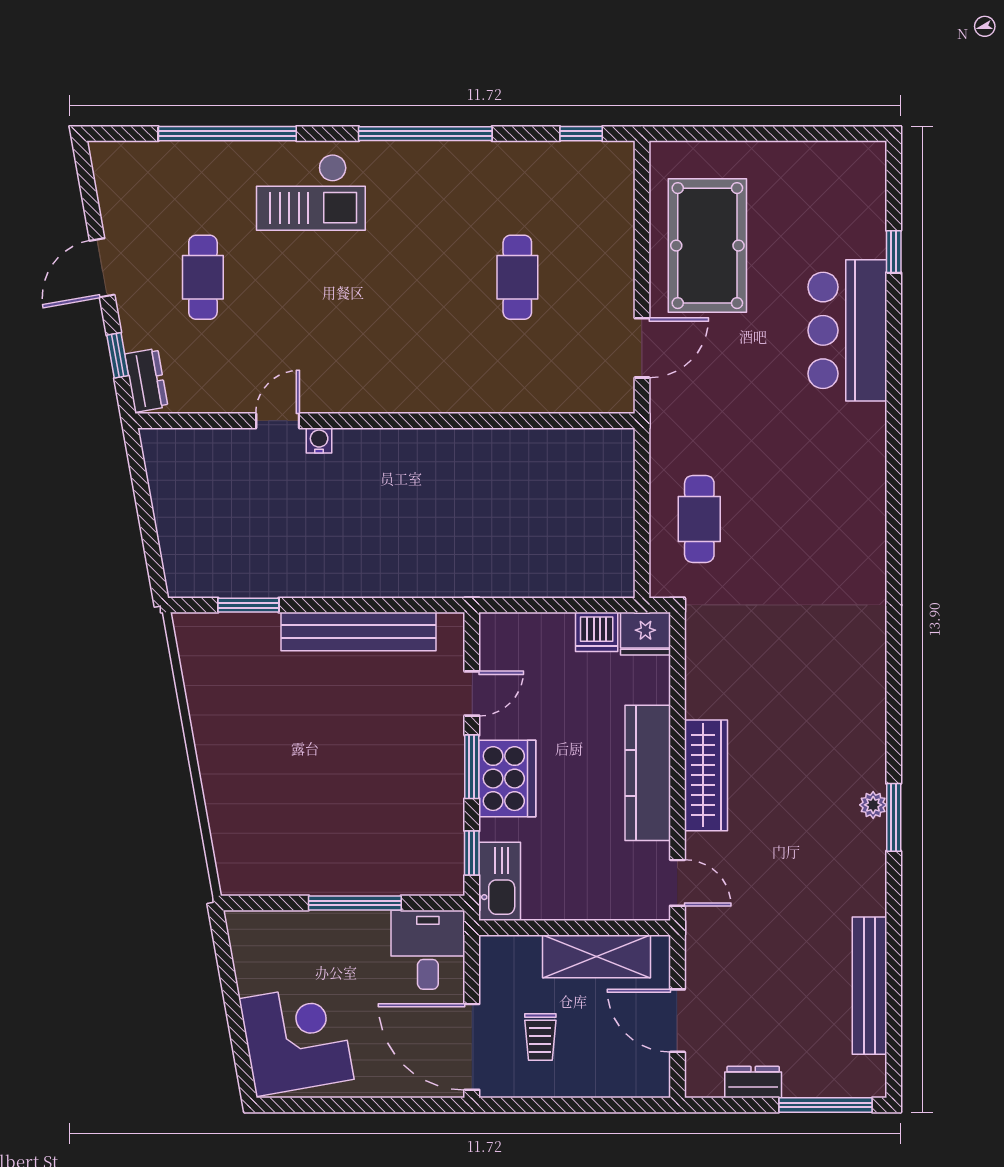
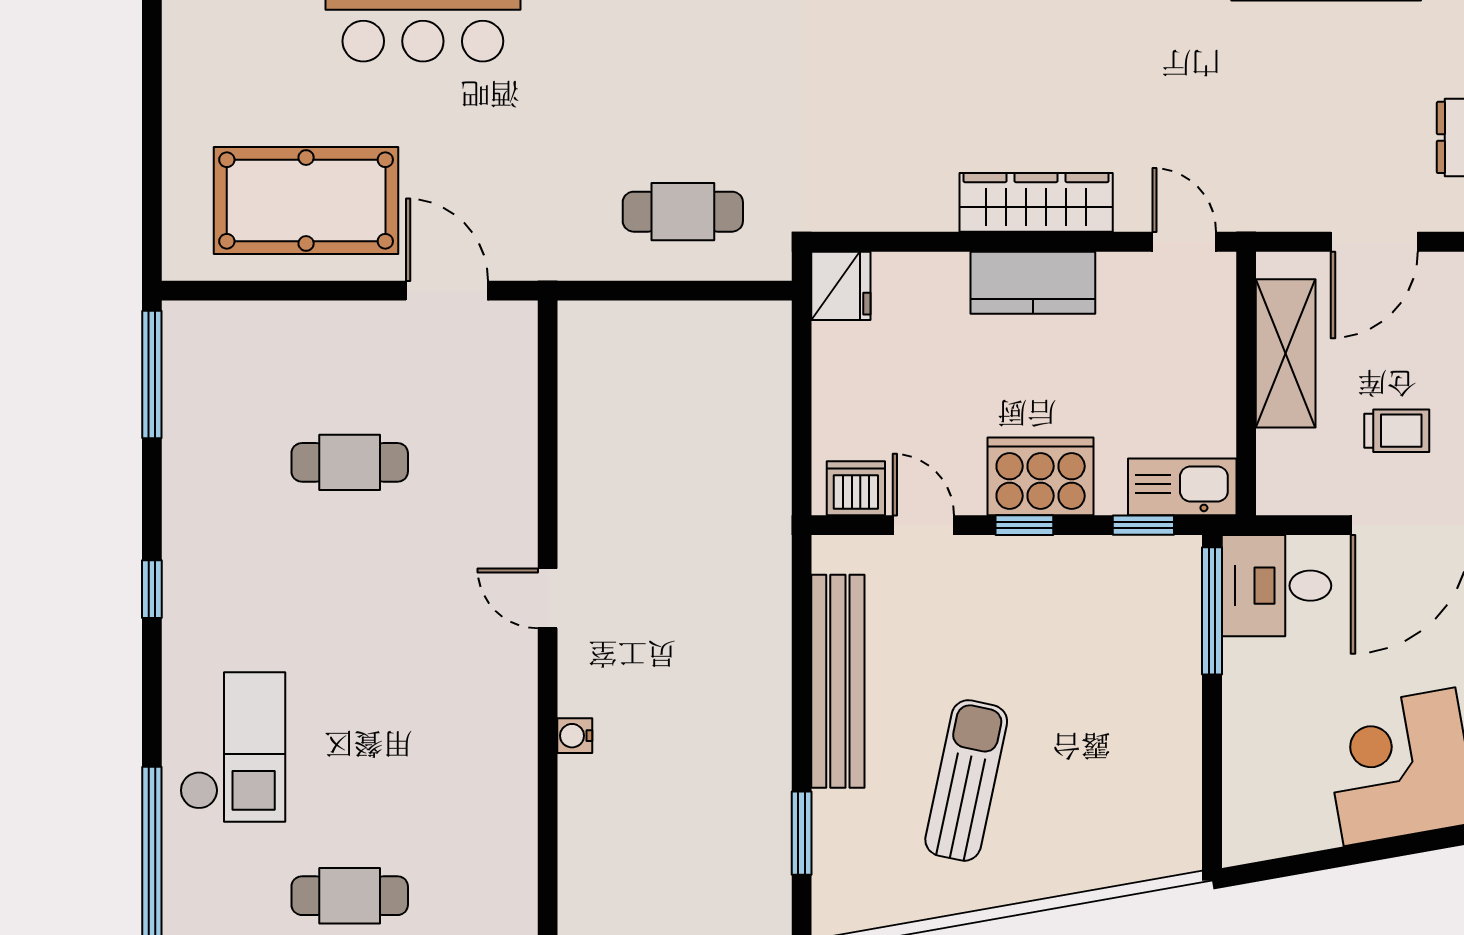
window: (425, 134) -> (152, 589), width x0.32
window: (581, 134) -> (152, 375), width x2.17
door: (278, 421) -> (548, 598), moved
dishwasher: (597, 632) -> (856, 488), moved, turned -90
sun lounger: (287, 725) -> (966, 780), added
window: (472, 767) -> (1024, 525), width x0.67
kitchen counter: (648, 773) -> (1033, 283), width x0.67
door: (677, 883) -> (1184, 242), hinge flipped
window: (355, 903) -> (1212, 611), moved

